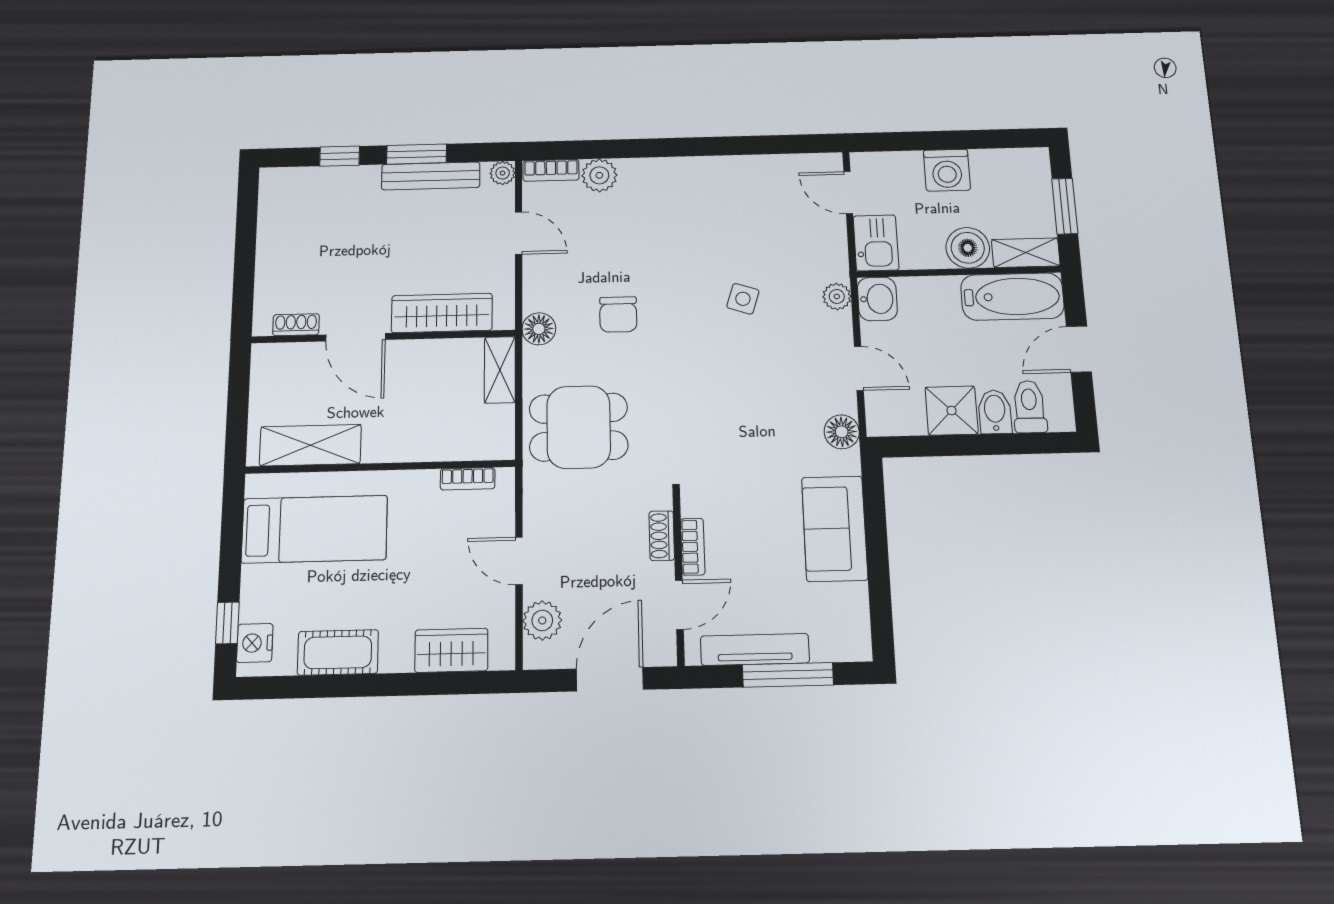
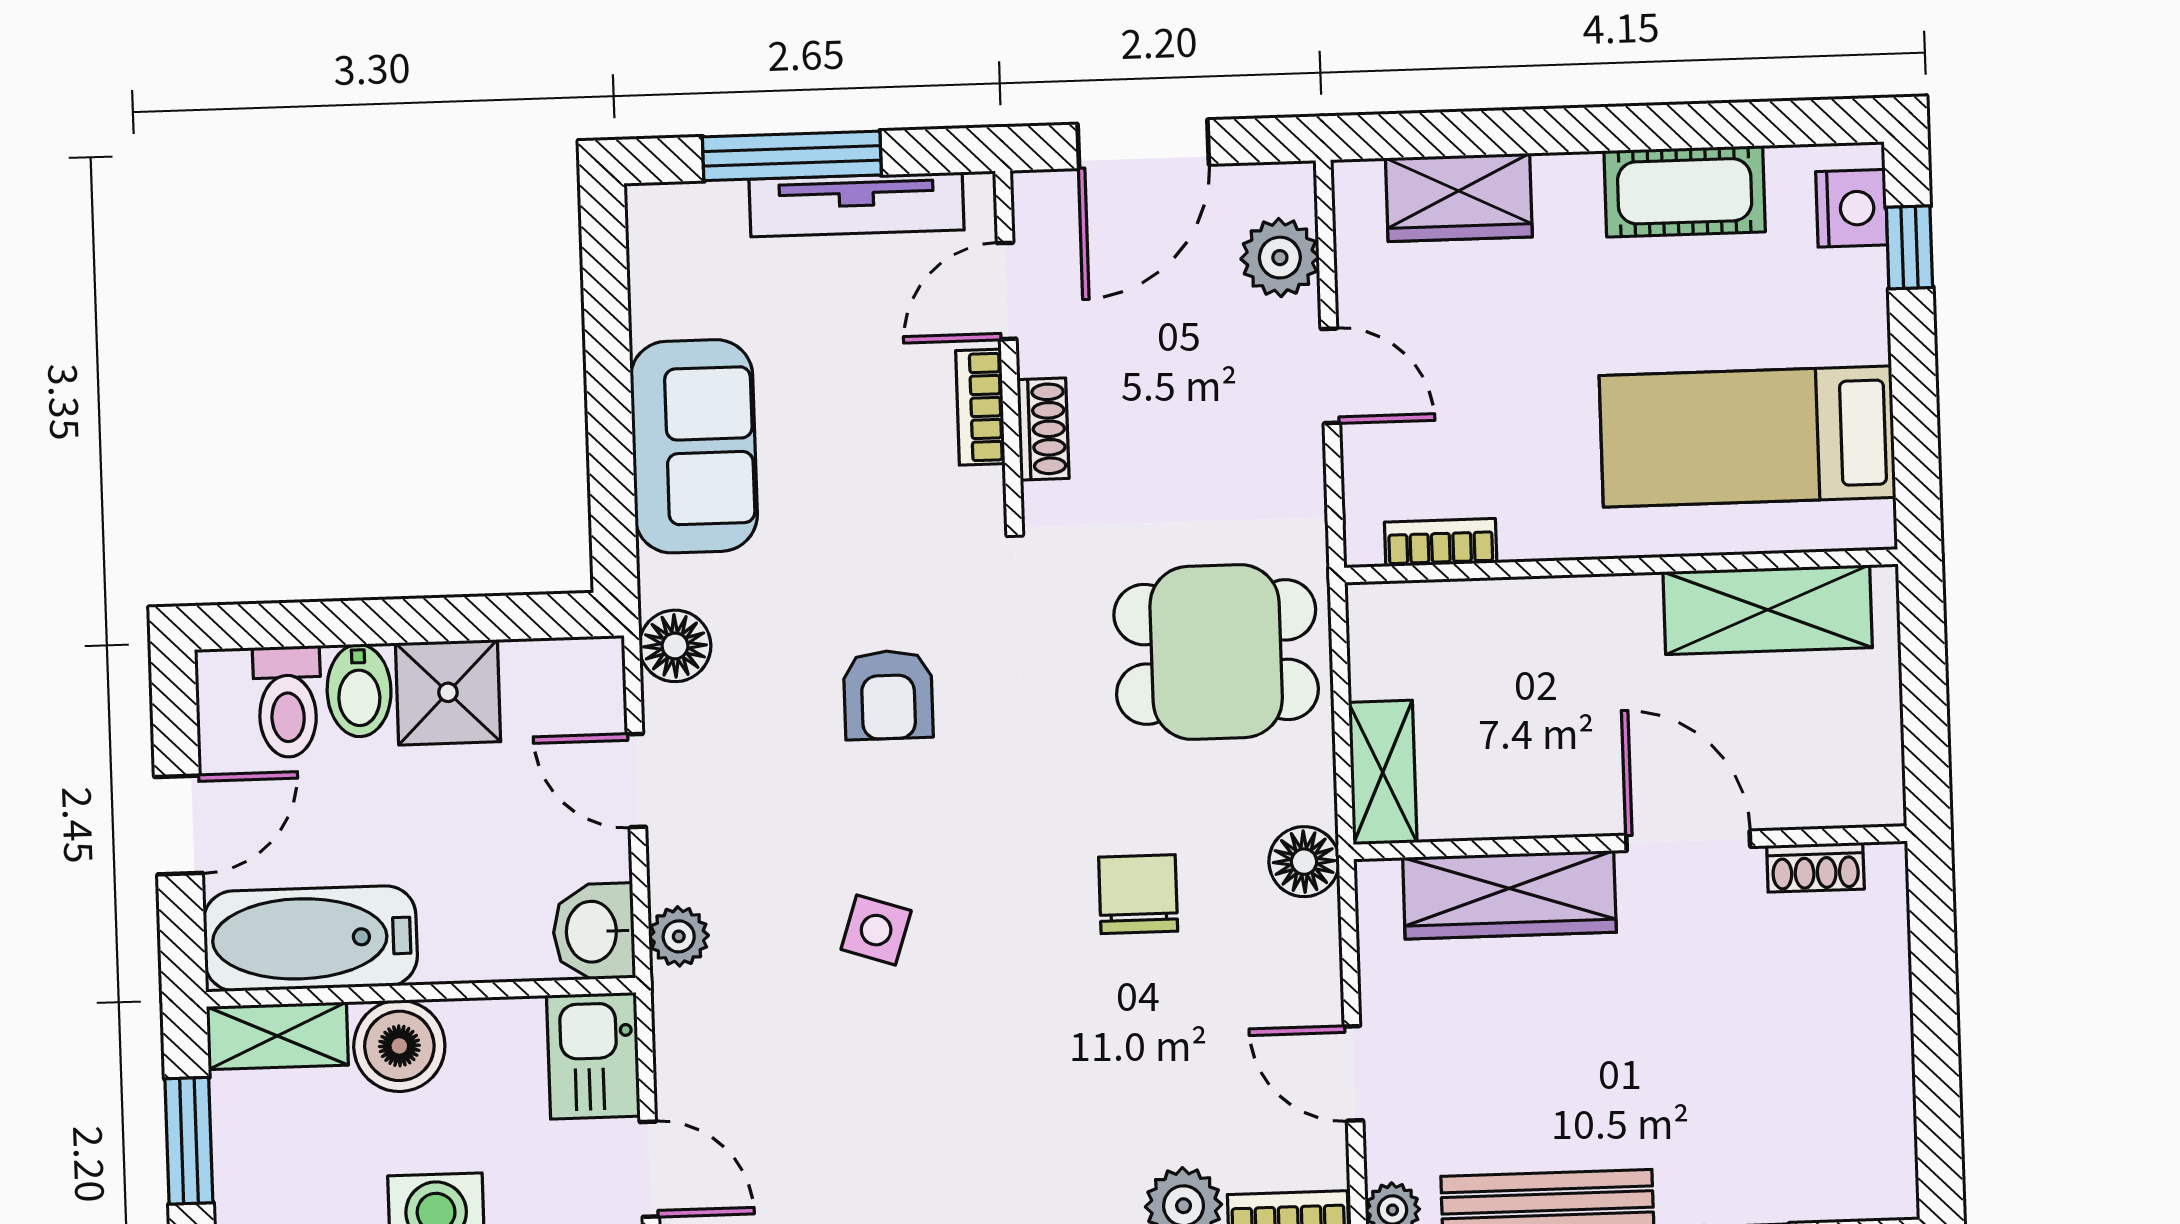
armchair: (738, 408) -> (888, 695), added

